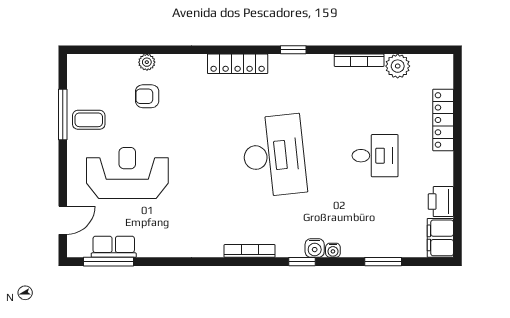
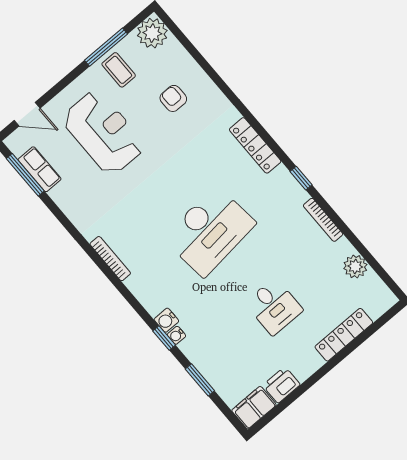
bookcase: (359, 60) -> (323, 220), moved
plant: (147, 62) -> (152, 33), moved, width x1.87, depth x1.87
bookcase: (250, 251) -> (110, 259), moved
window: (302, 262) -> (164, 338), moved

